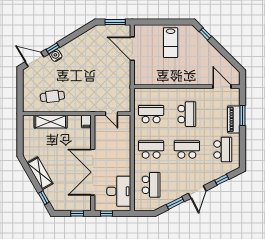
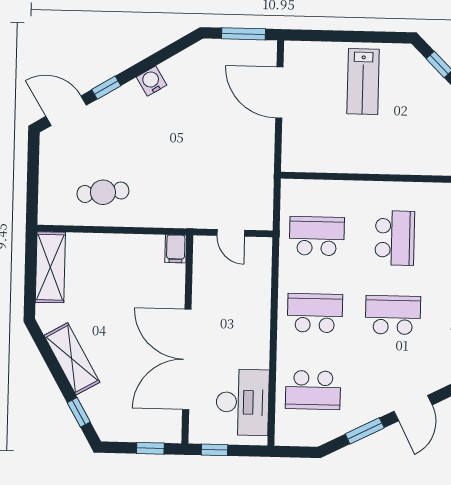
water cooler: (56, 56) -> (152, 81), moved
shelving: (51, 122) -> (50, 267), moved, turned 90
school desk: (151, 185) -> (313, 390), turned 90

